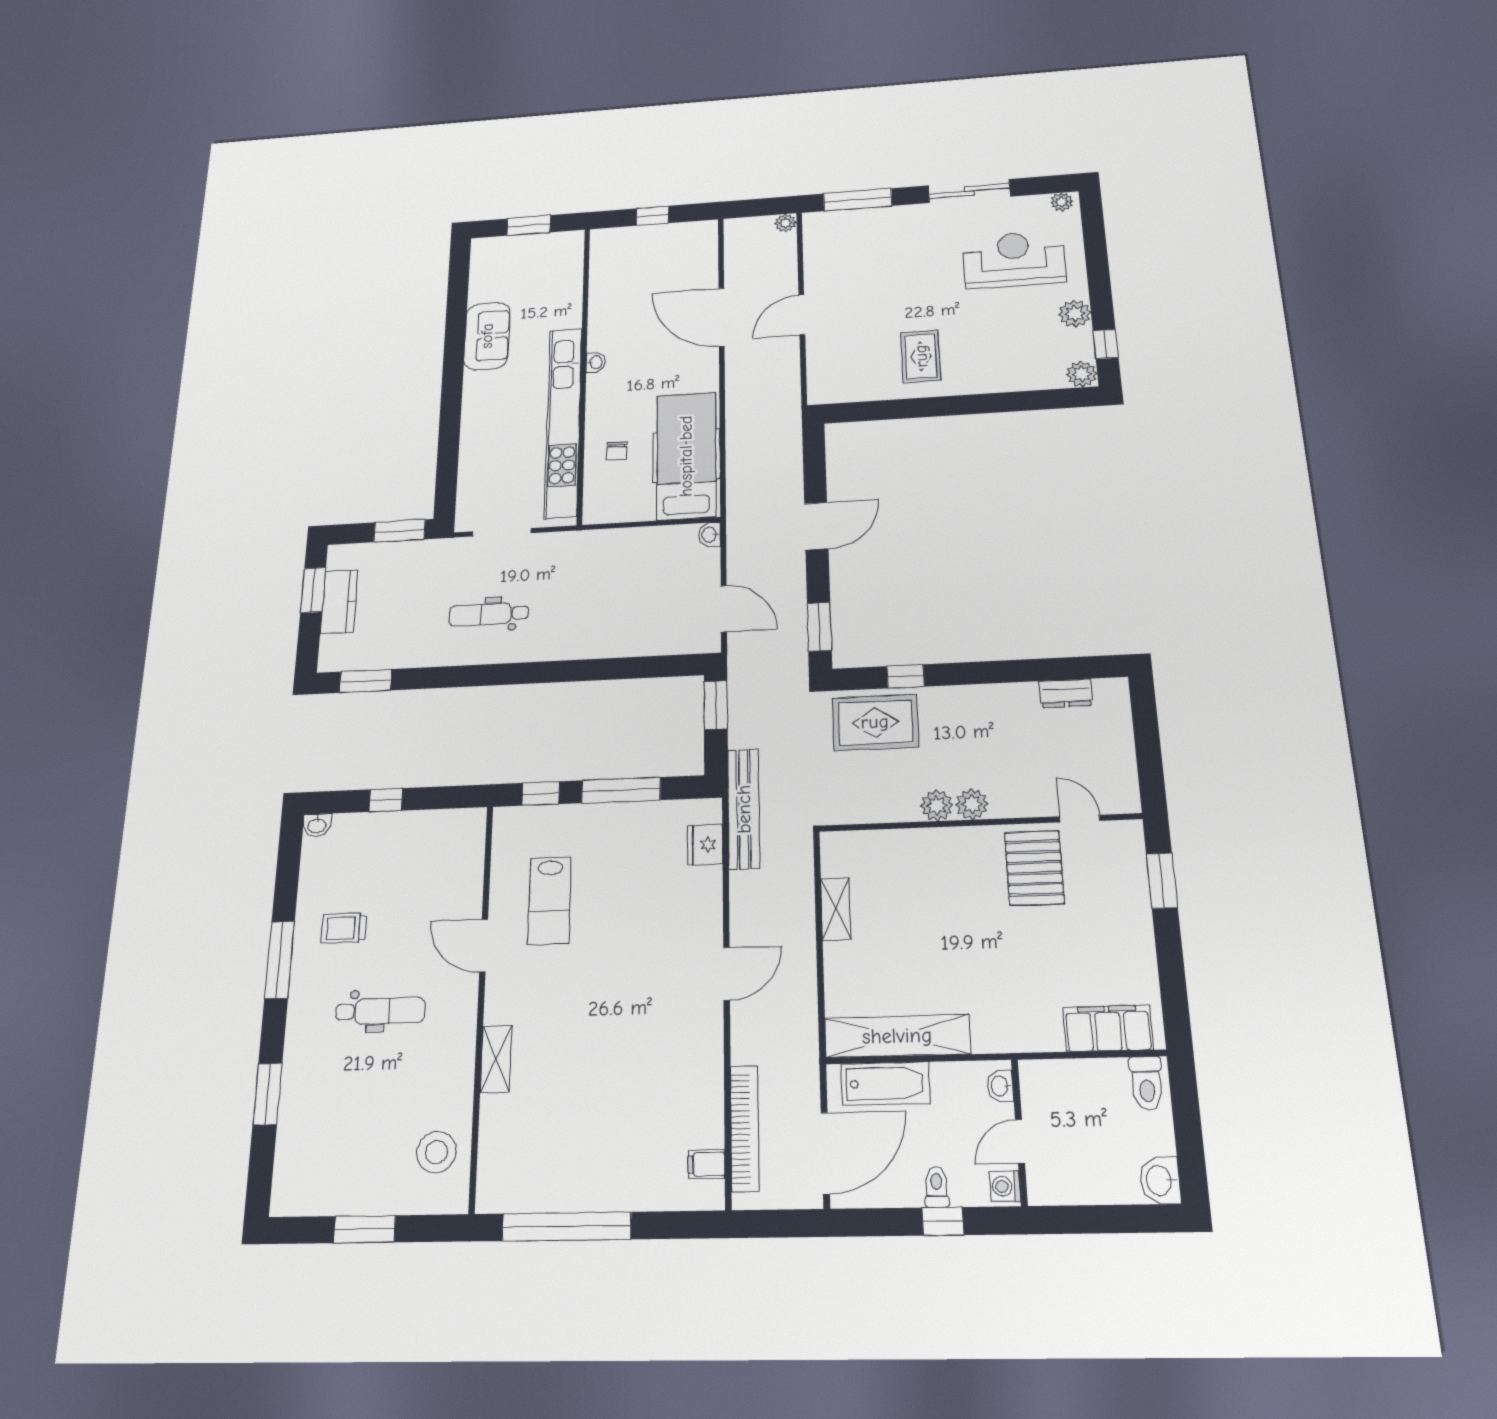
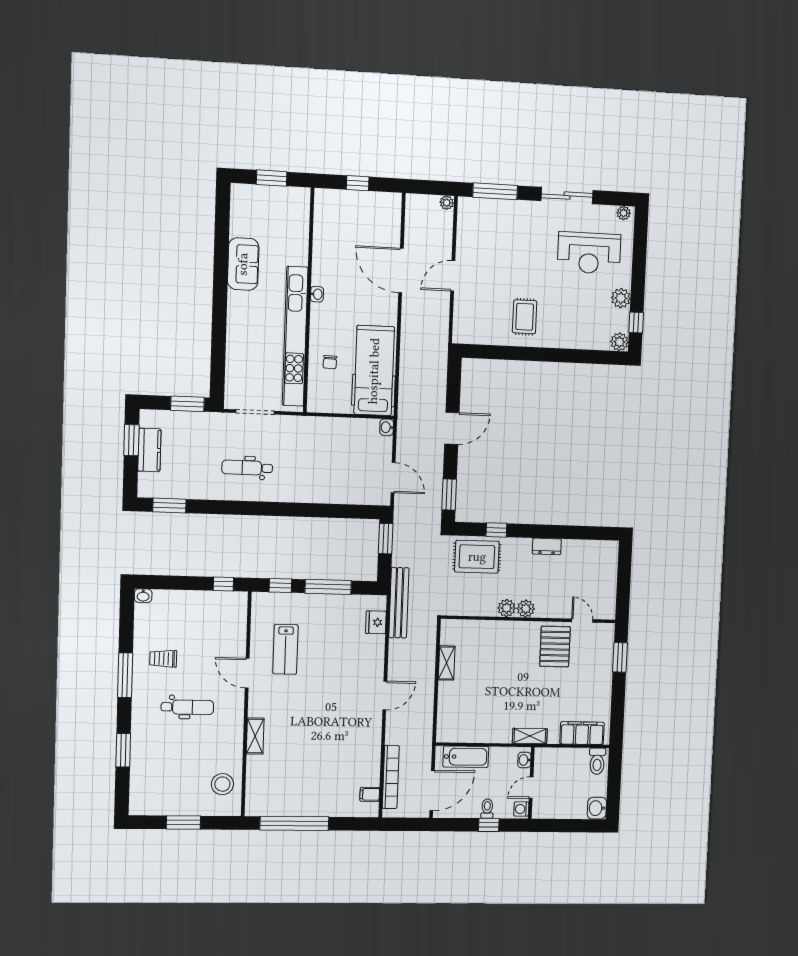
reception desk: (1014, 260) -> (589, 253), turned 180
dresser: (1066, 693) -> (547, 546), moved
window: (386, 800) -> (223, 584), moved
shelving: (897, 1036) -> (530, 736), moved, width x0.45, depth x0.75

